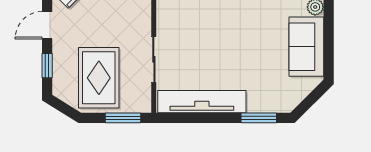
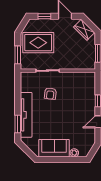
armchair: (199, 54) -> (50, 94), added
tv unit: (202, 102) -> (26, 115), moved

